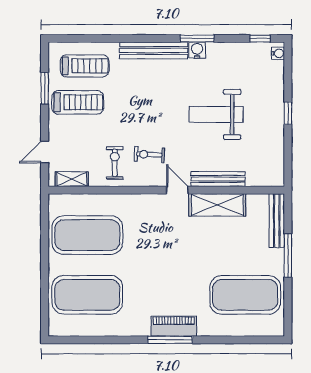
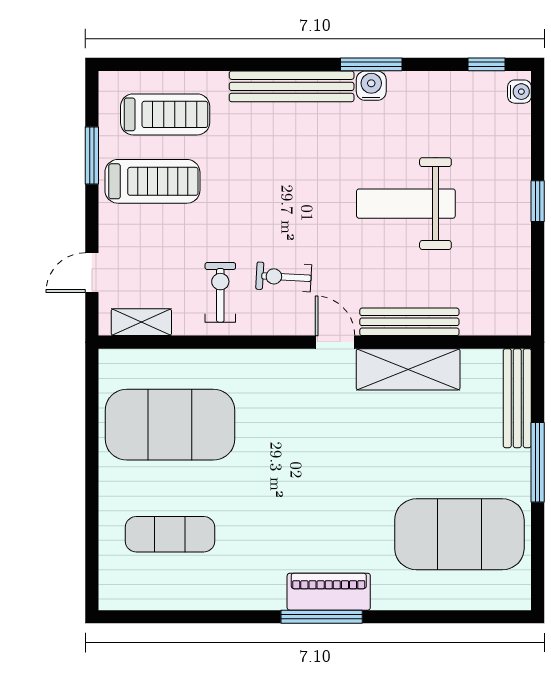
exercise mat: (87, 295) -> (170, 534), width x0.50, depth x0.69

